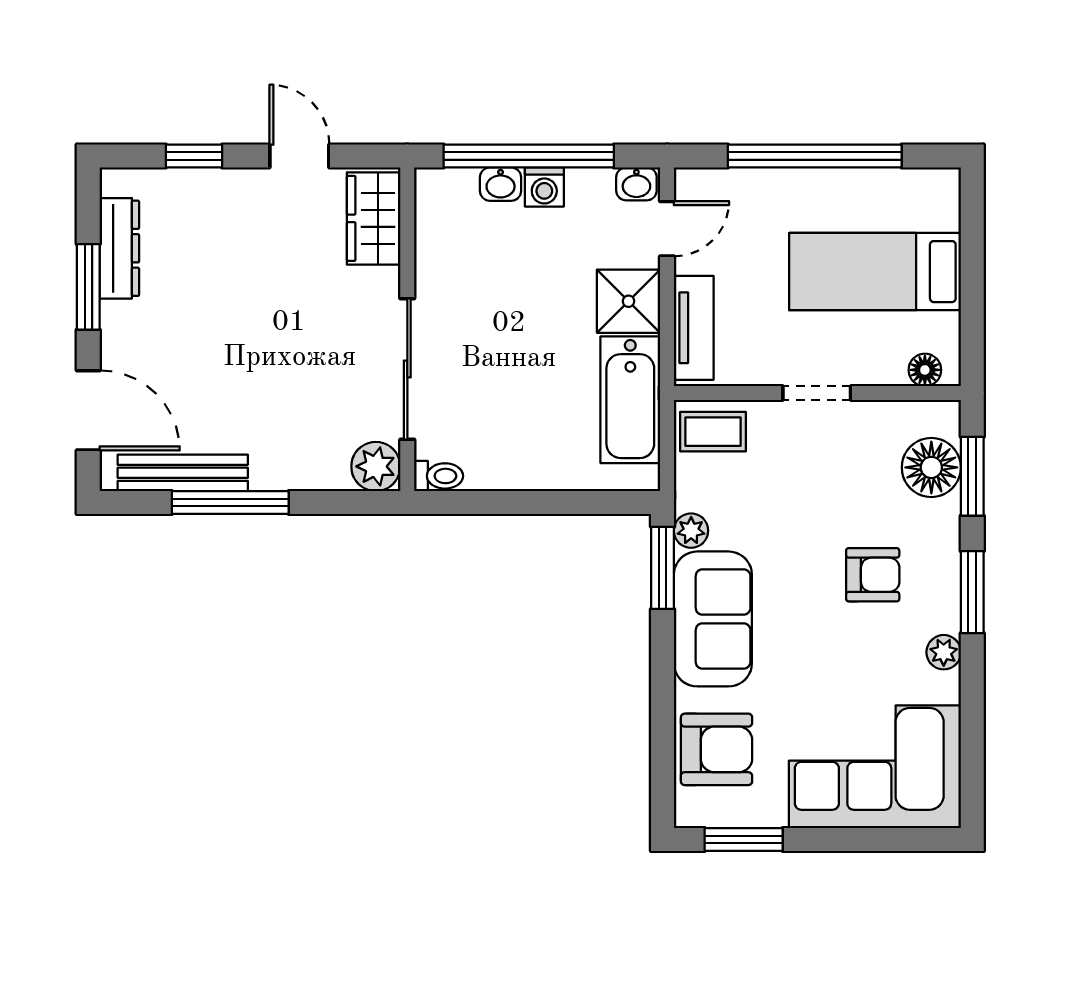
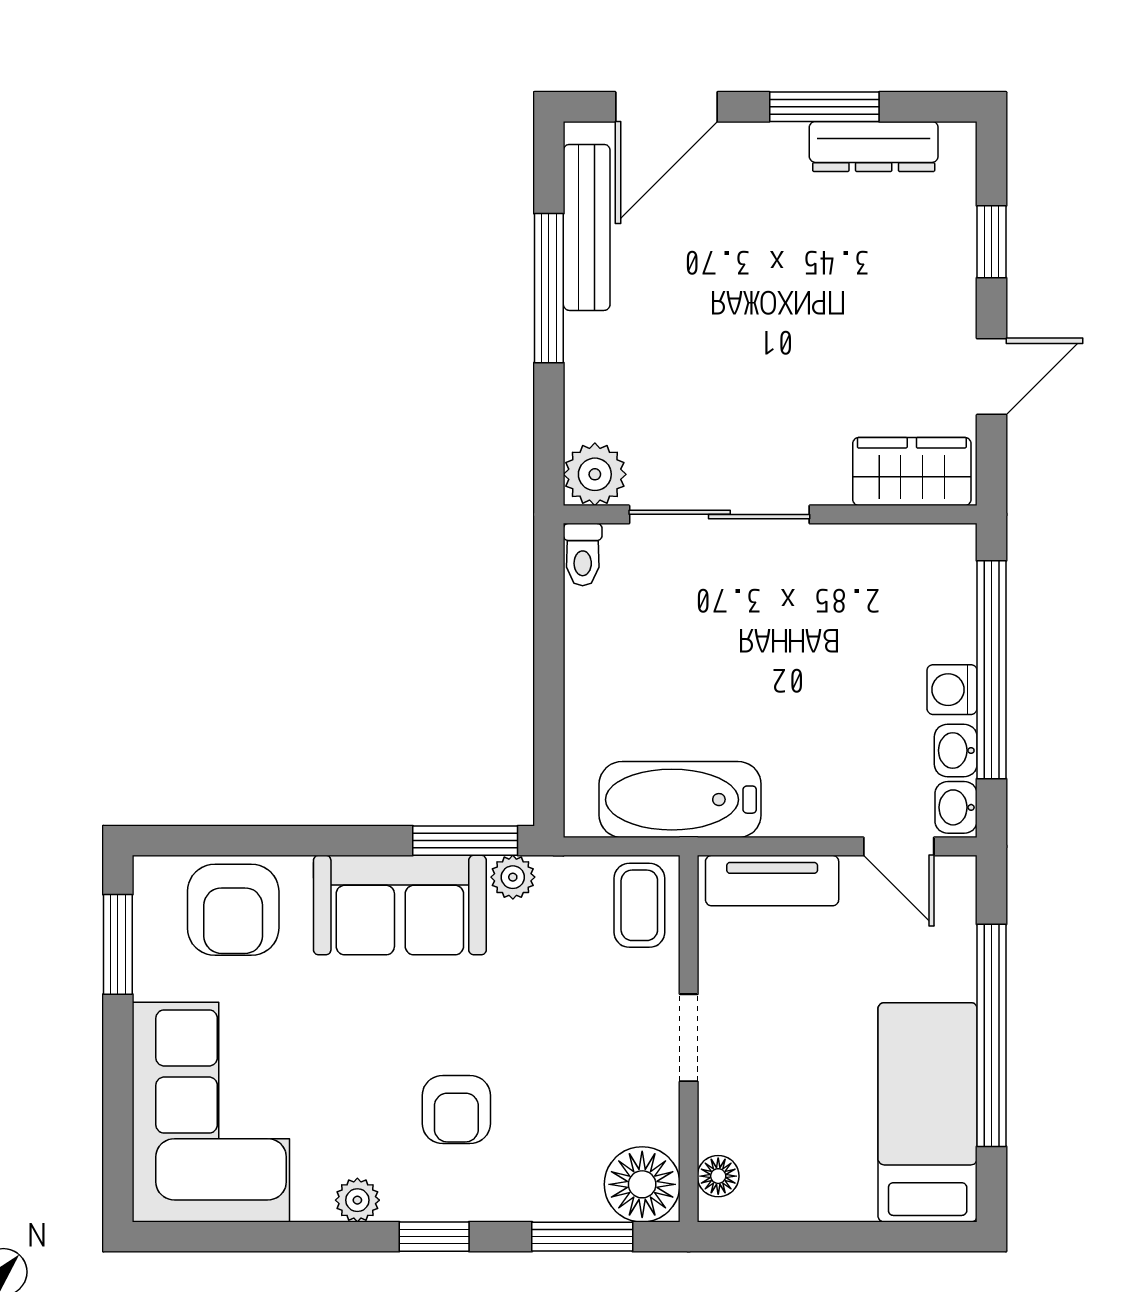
washbasin: (501, 184) -> (956, 750), moved
bed: (875, 272) -> (928, 1112), moved
shower: (629, 301) -> (806, 797), removed
floor lamp: (931, 467) -> (642, 1184), moved
window: (972, 592) -> (434, 1237), width x0.67

